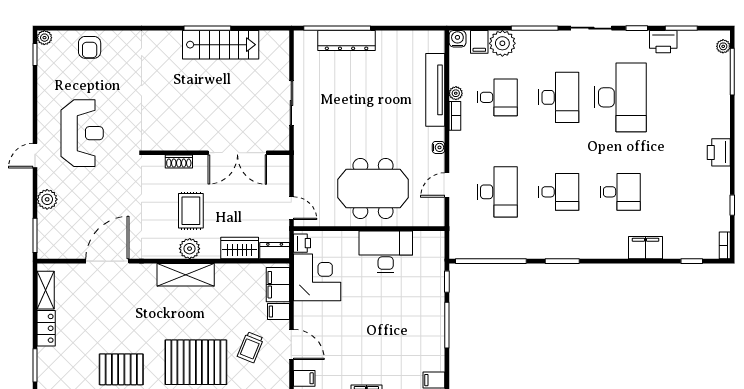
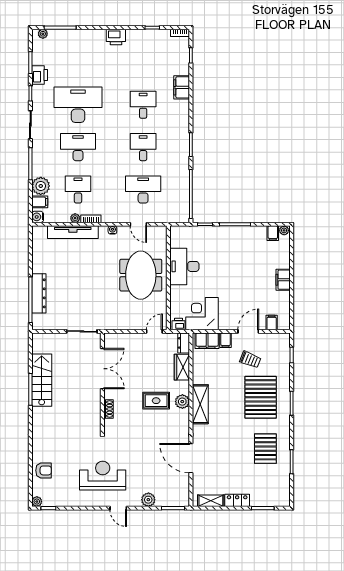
wall: (217, 153) -> (102, 383), moved
double door: (237, 153) -> (102, 369), moved
shoe rack: (179, 161) -> (108, 409), moved

